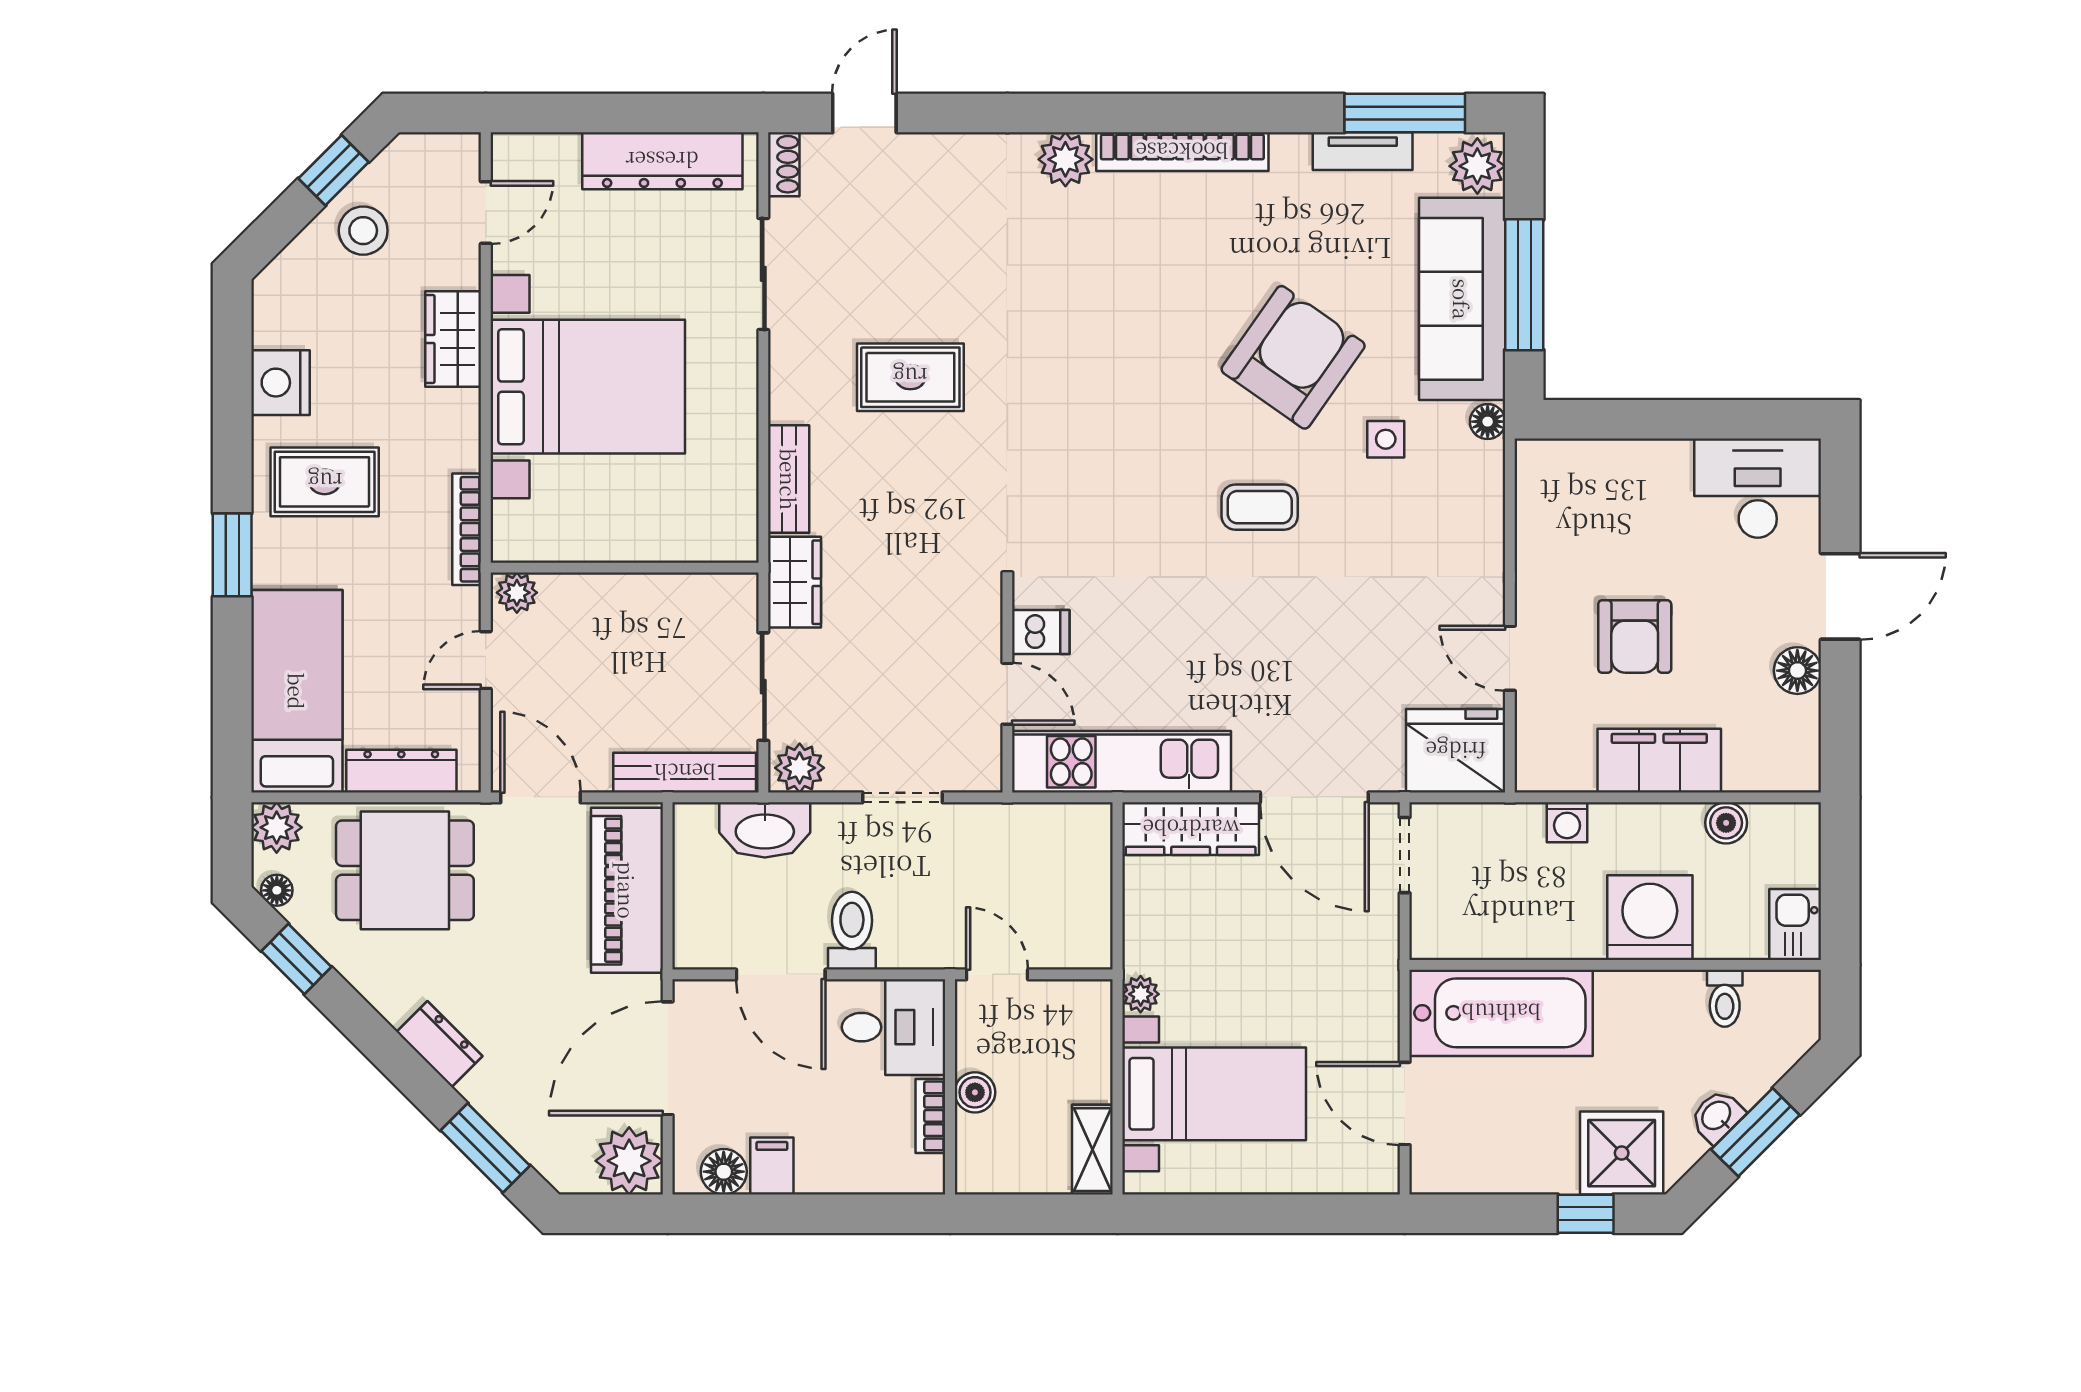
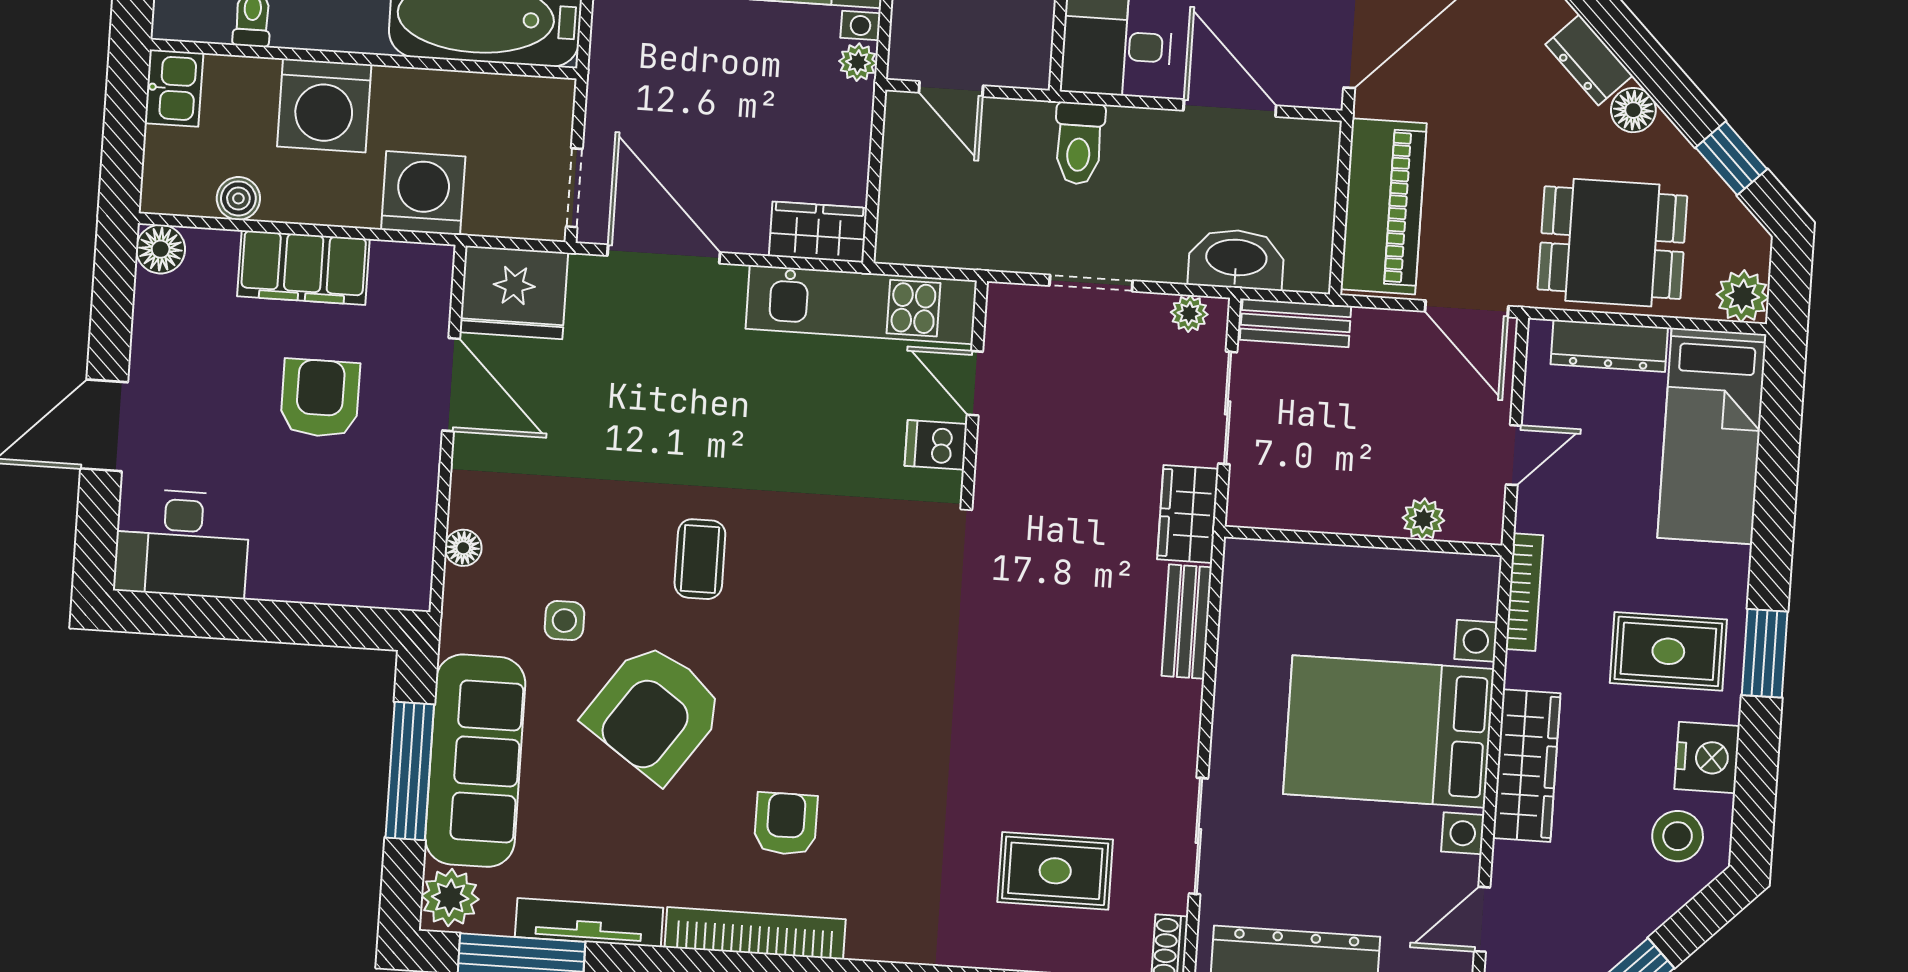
tv unit: (1363, 151) -> (589, 922), width x1.41
plant: (1065, 159) -> (877, 934), removed
stool: (363, 231) -> (1678, 836), moved
armchair: (1160, 259) -> (786, 824), added
wardrobe: (453, 339) -> (1526, 766), width x1.50
rug: (910, 377) -> (1055, 871), moved
floor lamp: (1488, 422) -> (463, 548), moved
coffee table: (1260, 507) -> (700, 559), turned 90
window: (232, 555) -> (1765, 653), moved
plant: (517, 593) -> (1423, 519), moved
door: (1510, 658) -> (451, 385), width x1.38
floor lamp: (1797, 671) -> (161, 249), moved
plant: (800, 768) -> (1189, 313), width x0.73, depth x0.73
bench: (685, 773) -> (1296, 323), width x0.73
washing machine: (1567, 822) -> (423, 193), width x1.89, depth x1.89
wardrobe: (1191, 829) -> (818, 232), width x0.67
floor lamp: (277, 890) -> (1633, 110), moved, width x1.37, depth x1.37
toilet: (852, 931) -> (1079, 143), moved
door: (997, 974) -> (951, 89), moved

